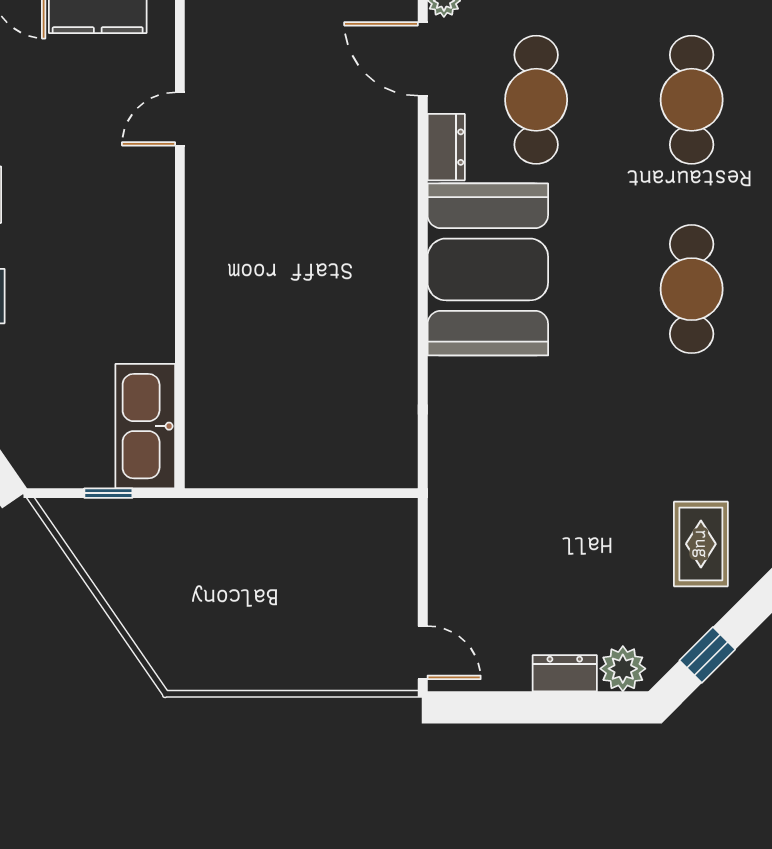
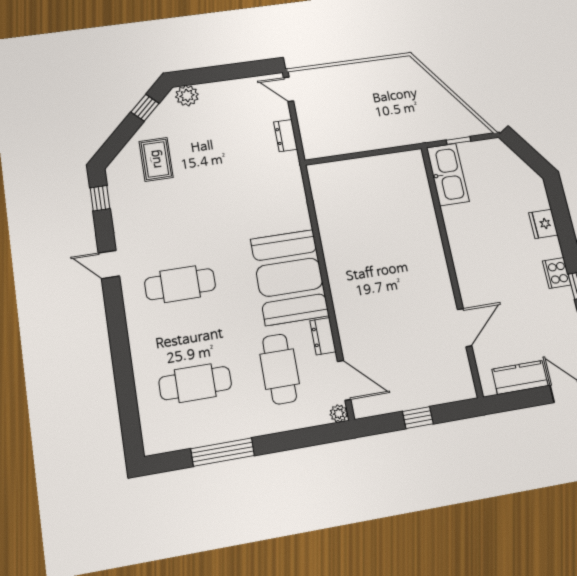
cafe table: (692, 100) -> (195, 383), turned 90
door: (180, 119) -> (465, 328), width x1.38
cafe table: (692, 289) -> (180, 284), turned 90
dresser: (565, 673) -> (286, 136), moved, turned 90

